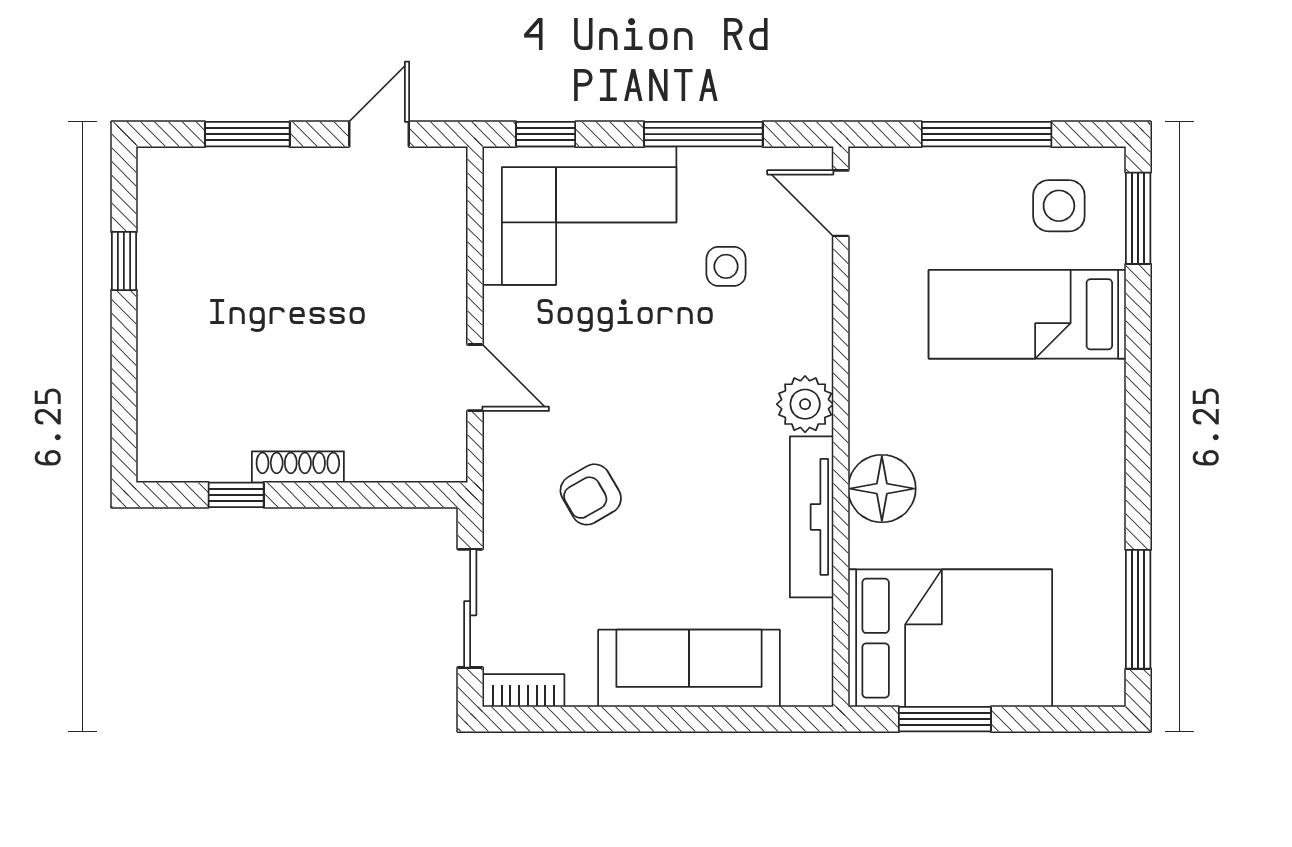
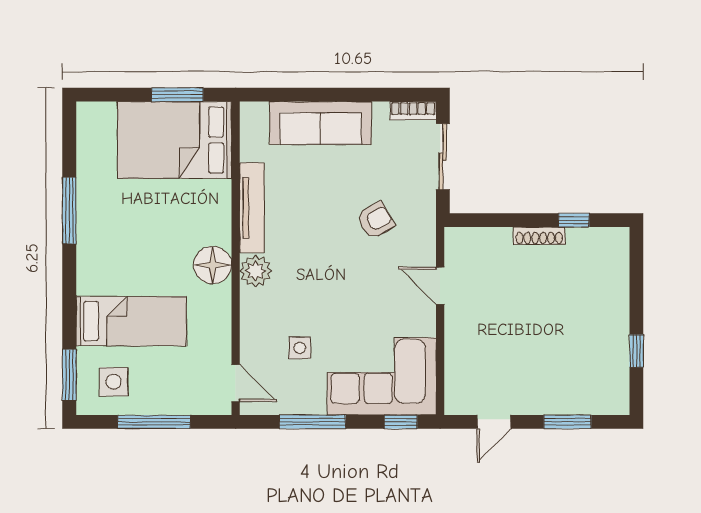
floor lamp: (882, 489) -> (213, 265), moved
window: (1138, 609) -> (69, 211), moved

